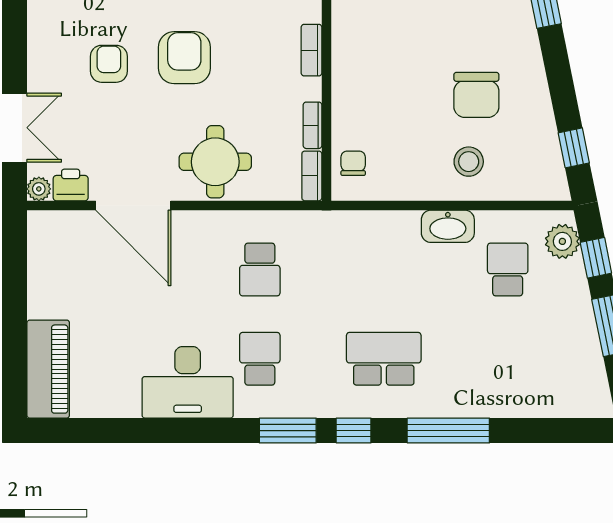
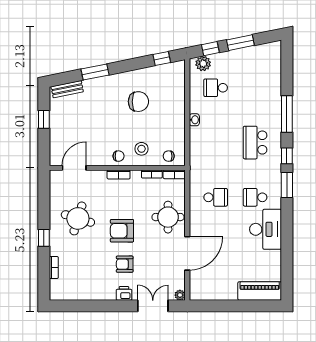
chair: (353, 50) -> (119, 156), added
stool: (469, 162) -> (142, 149), moved
printer: (71, 185) -> (124, 293), moved, turned 90
washbasin: (448, 226) -> (194, 120), width x0.52, depth x0.69

